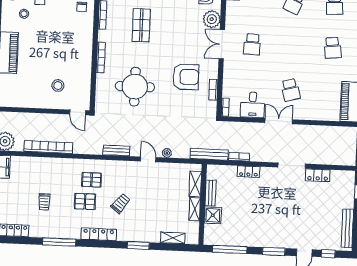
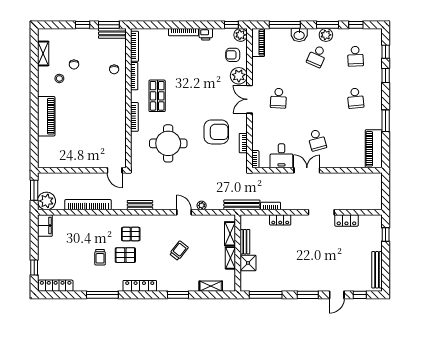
shop shelf: (141, 25) -> (157, 96), moved
stool: (58, 85) -> (95, 146), removed
bench: (116, 150) -> (140, 205), moved
trolley: (44, 202) -> (100, 257), moved
trolley: (121, 203) -> (179, 251), moved

